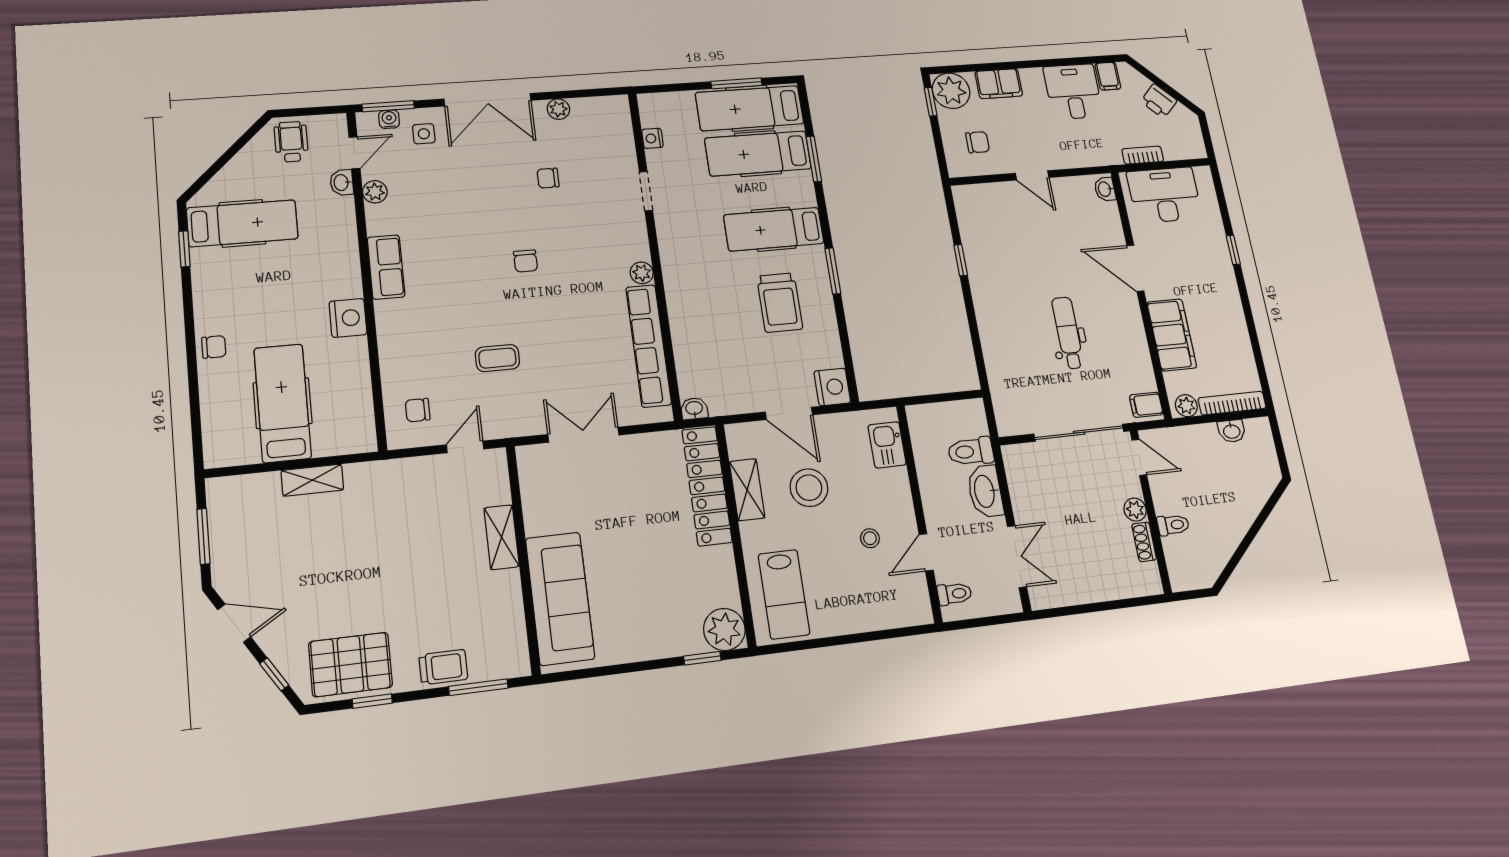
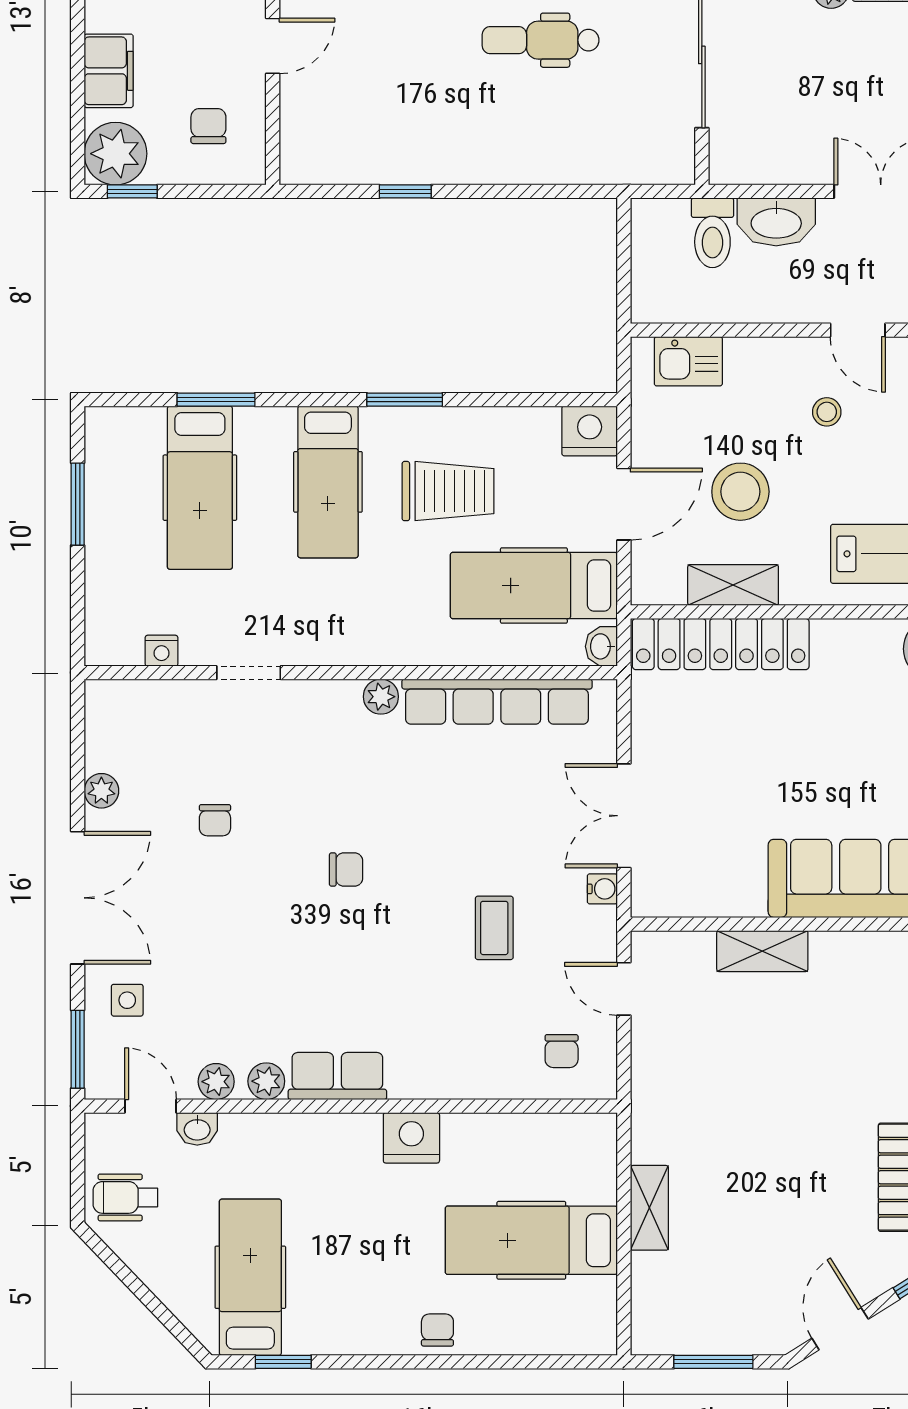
hospital bed: (750, 108) -> (534, 586), moved, turned 90
water cooler: (389, 119) -> (602, 889), moved, turned 180
plant: (378, 223) -> (266, 1081), added

